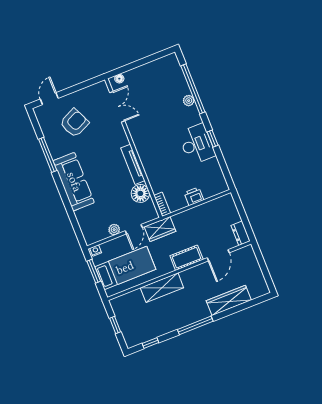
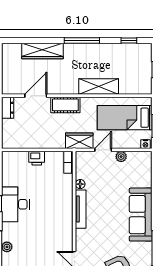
floor lamp: (140, 193) -> (80, 184), width x0.53, depth x0.53

